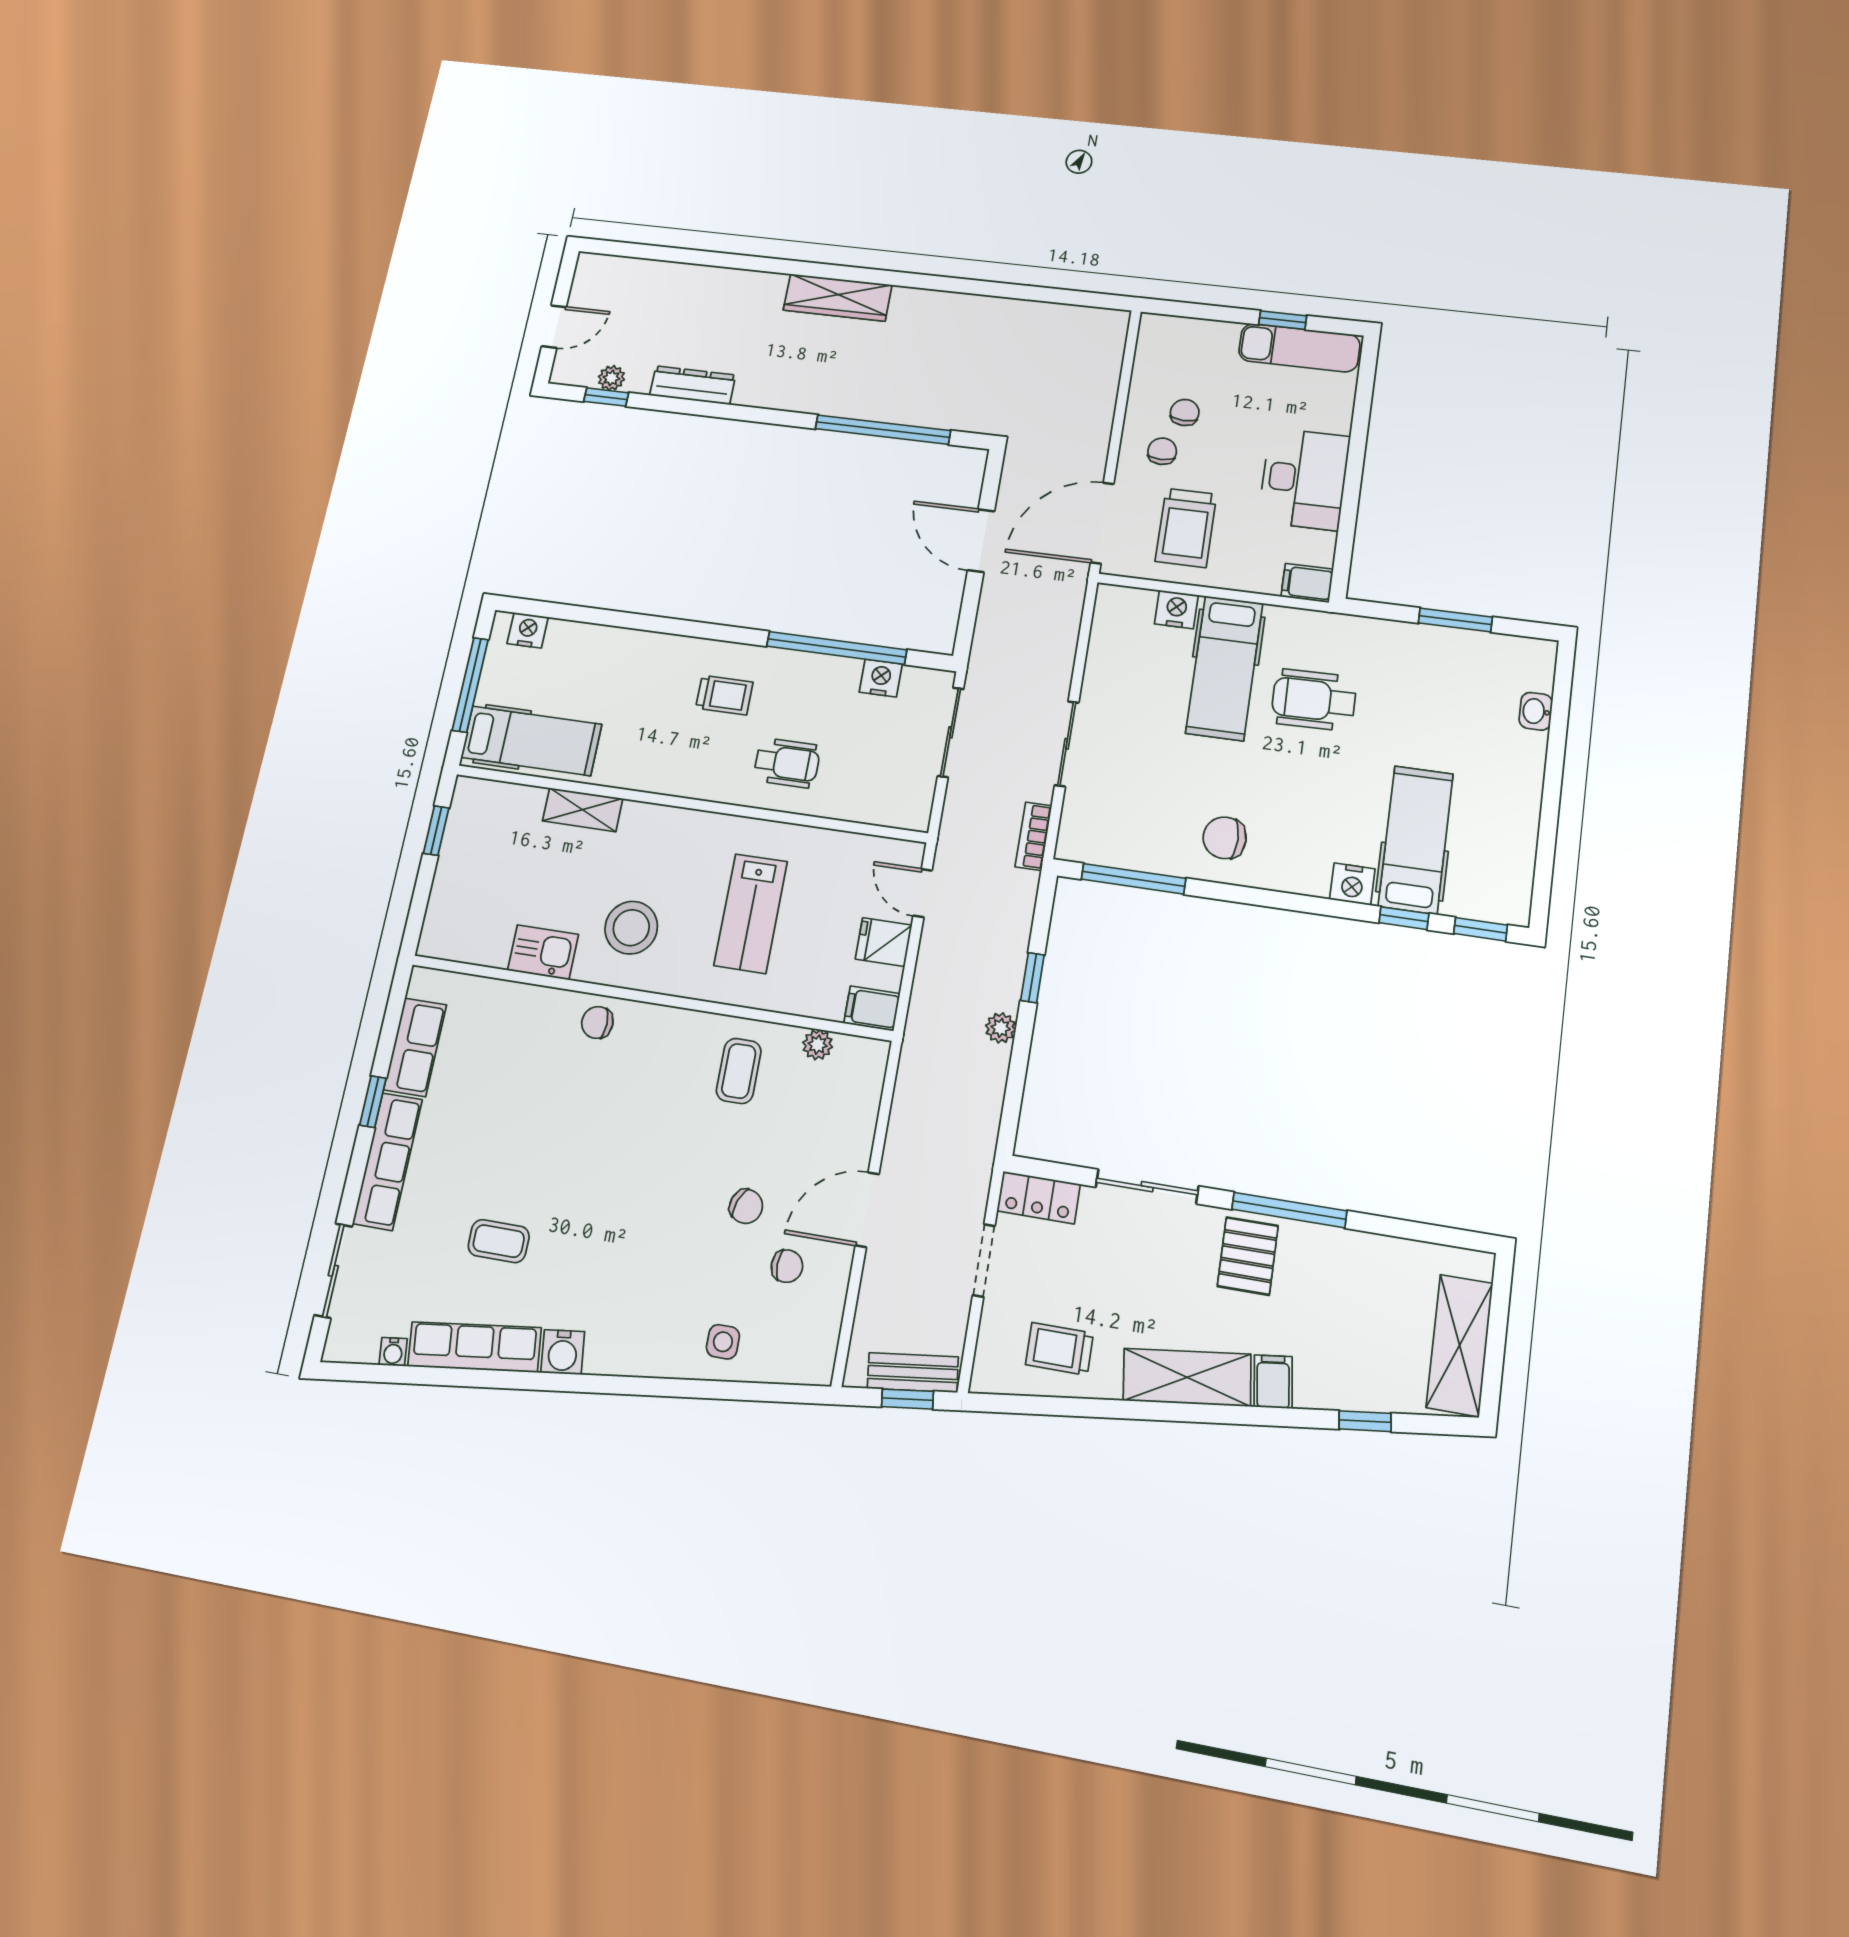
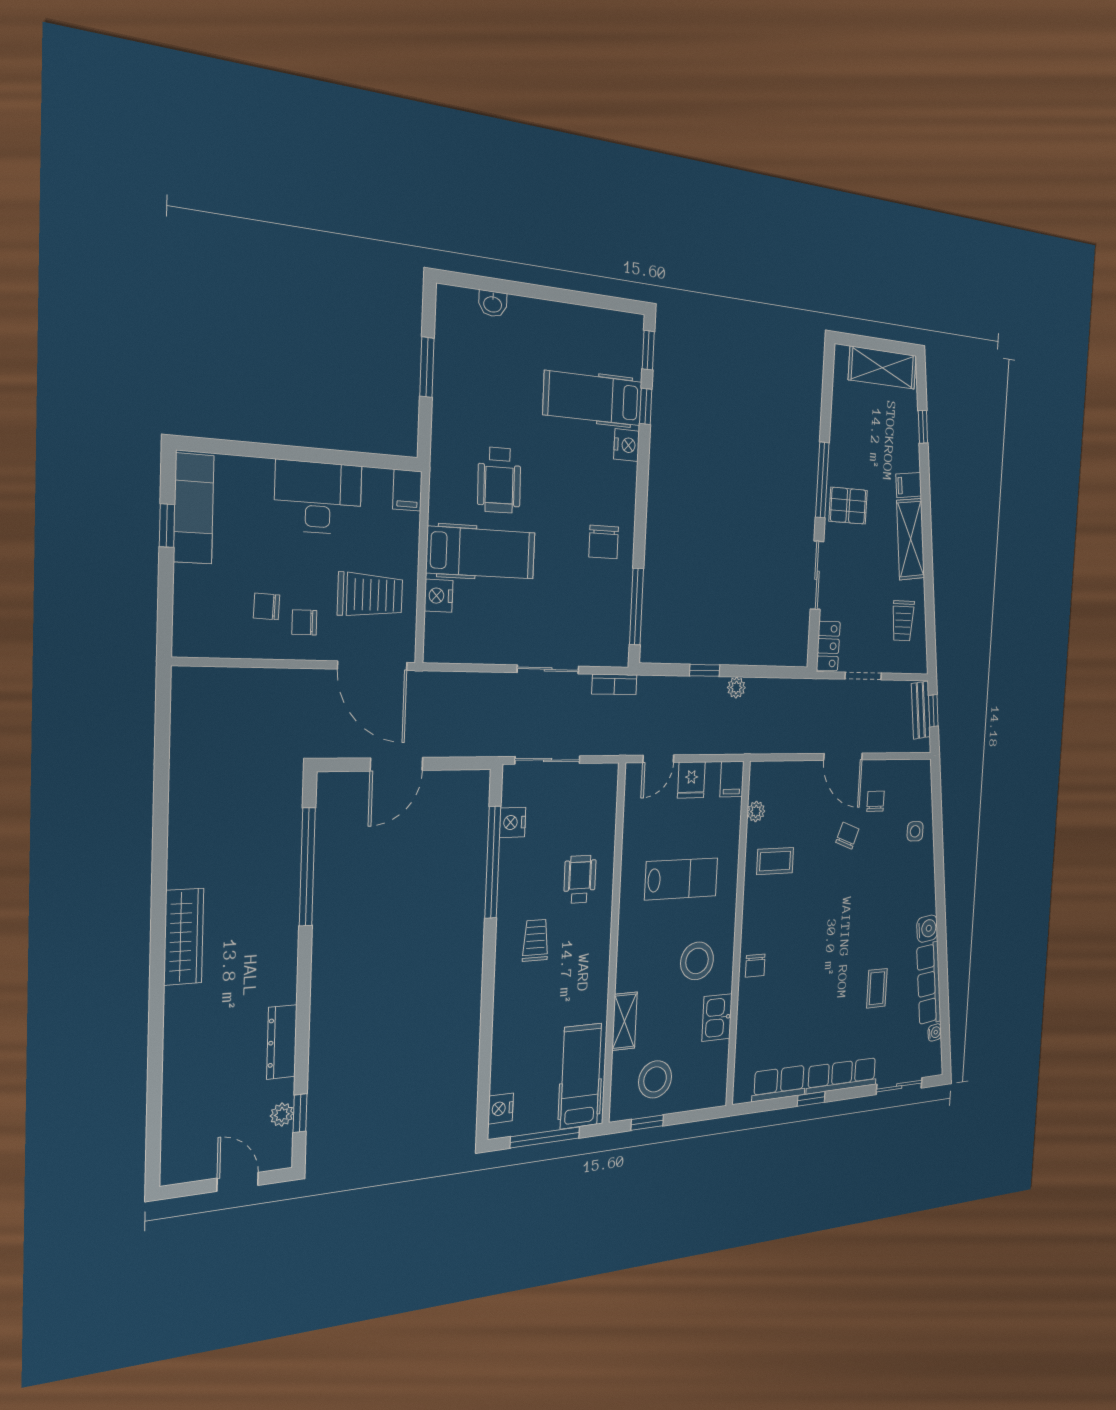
stool: (490, 848) -> (655, 1079), added

